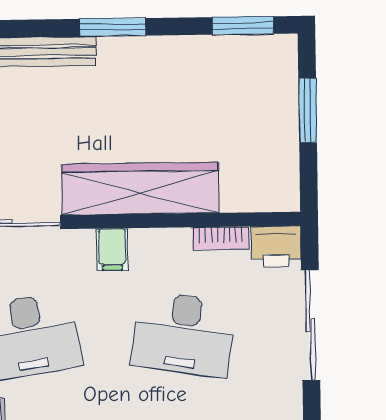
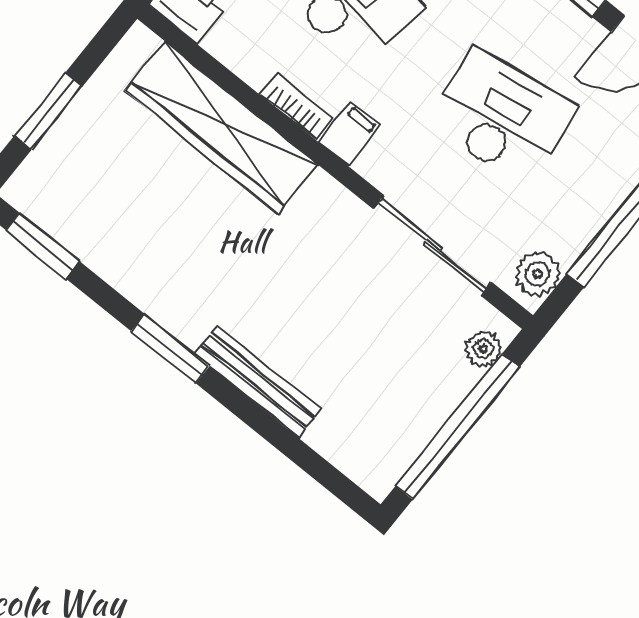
wardrobe: (140, 189) -> (222, 128), moved
bookcase: (220, 238) -> (297, 106), moved

